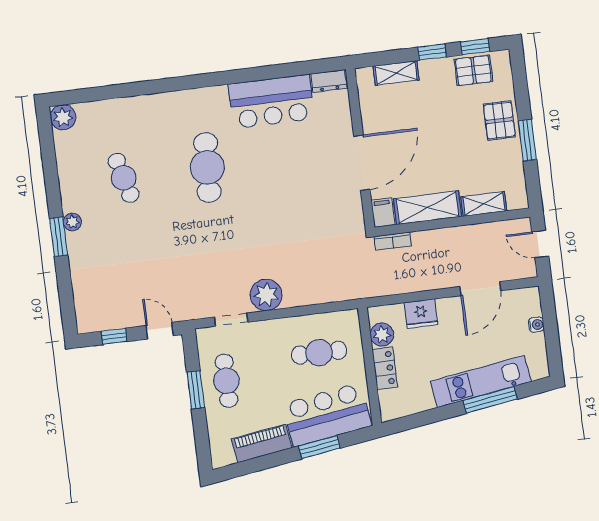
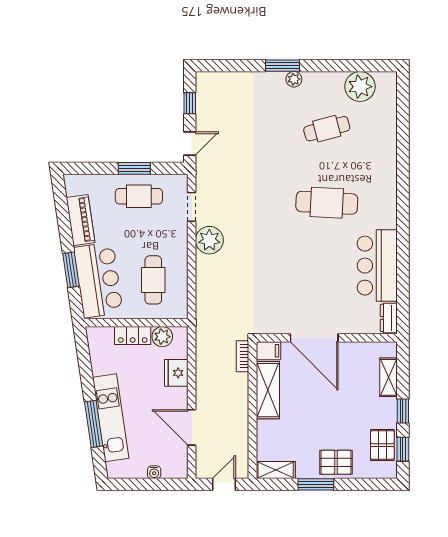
plant: (63, 117) -> (360, 87), moved, width x1.36, depth x1.36
shelving: (484, 204) -> (276, 470), moved, turned 90

